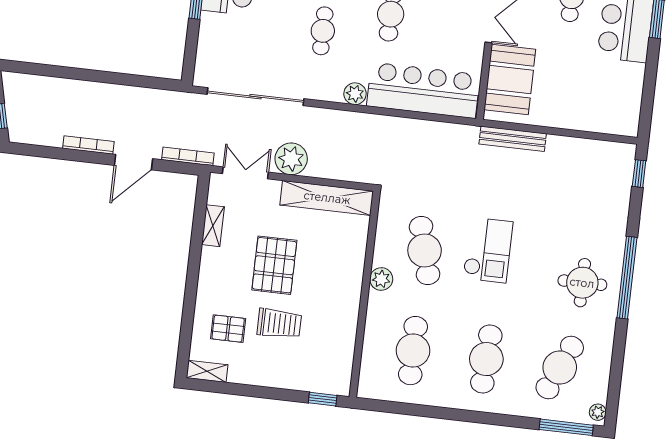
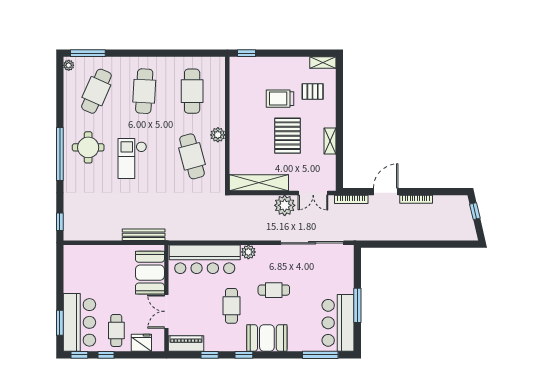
cafe table: (323, 31) -> (274, 290), turned 90
shelving: (213, 226) -> (330, 141), moved
checkout: (488, 250) -> (132, 158), moved

